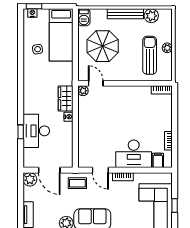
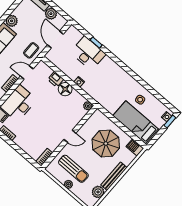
door: (96, 83) -> (70, 136), moved
wardrobe: (66, 99) -> (93, 90), removed
floor lamp: (86, 123) -> (65, 89), added
printer: (84, 139) -> (56, 79), added
door: (49, 170) -> (55, 40), hinge flipped
plant: (30, 179) -> (51, 14), moved

